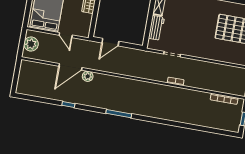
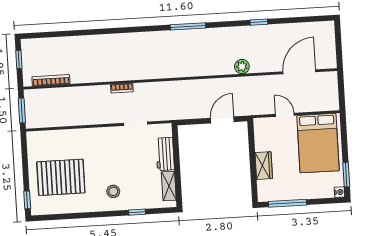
stool: (199, 10) -> (113, 191), added
plant: (31, 44) -> (329, 92), removed
door: (70, 67) -> (299, 72), moved

